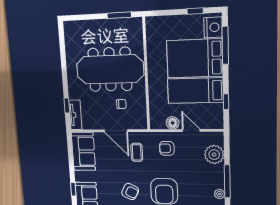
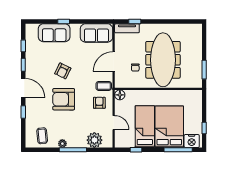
floor lamp: (173, 123) -> (120, 95), moved
door: (191, 130) -> (114, 123), hinge flipped
coffee table: (137, 152) -> (104, 86), moved

